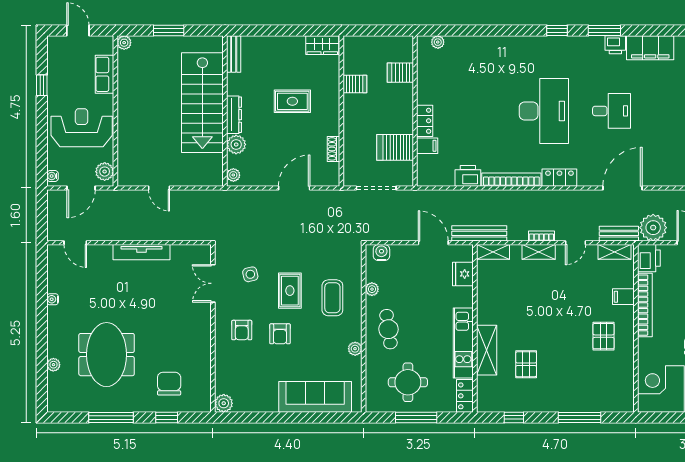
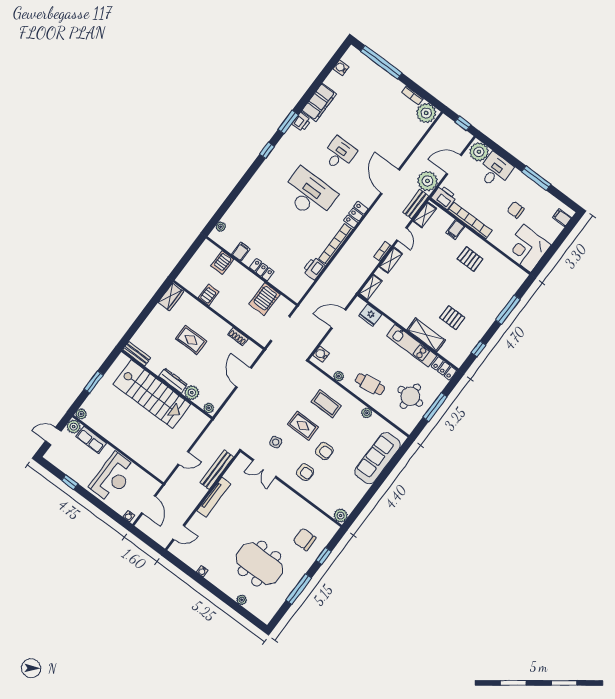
rug: (292, 101) -> (191, 340), turned 90
reception desk: (82, 128) -> (113, 477), turned 180
filing cabinet: (427, 146) -> (241, 251), moved
plant: (105, 172) -> (74, 427), moved
bench: (479, 233) -> (217, 470), moved

